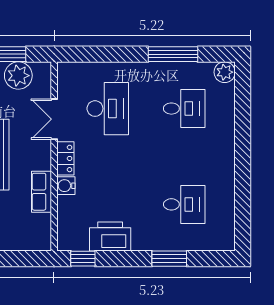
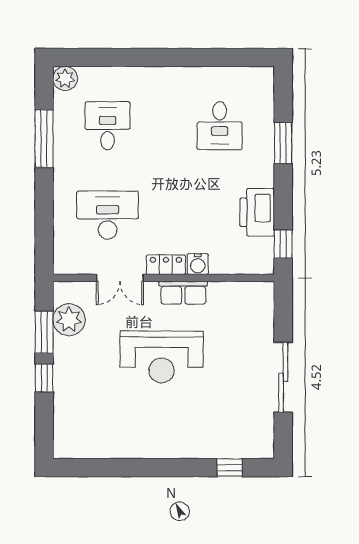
row of seats: (41, 192) -> (183, 293), moved
desk: (184, 204) -> (220, 126), turned 180

